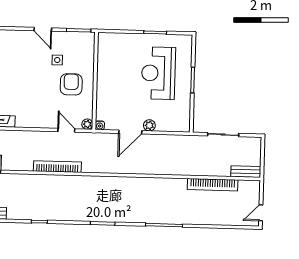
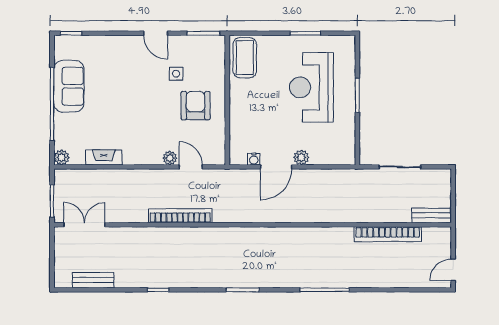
coffee table: (109, 49) -> (245, 58), added
plant: (87, 124) -> (170, 158), moved
water cooler: (100, 125) -> (254, 159), moved

